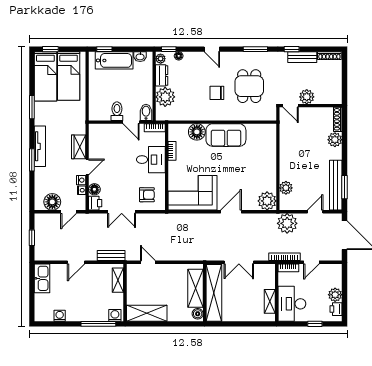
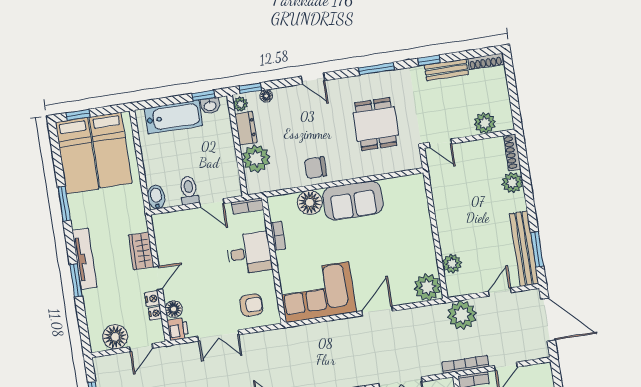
window: (104, 49) -> (203, 96), moved
chair: (217, 93) -> (315, 168), moved
plant: (307, 97) -> (485, 123), moved
bidet: (146, 112) -> (156, 197), moved

